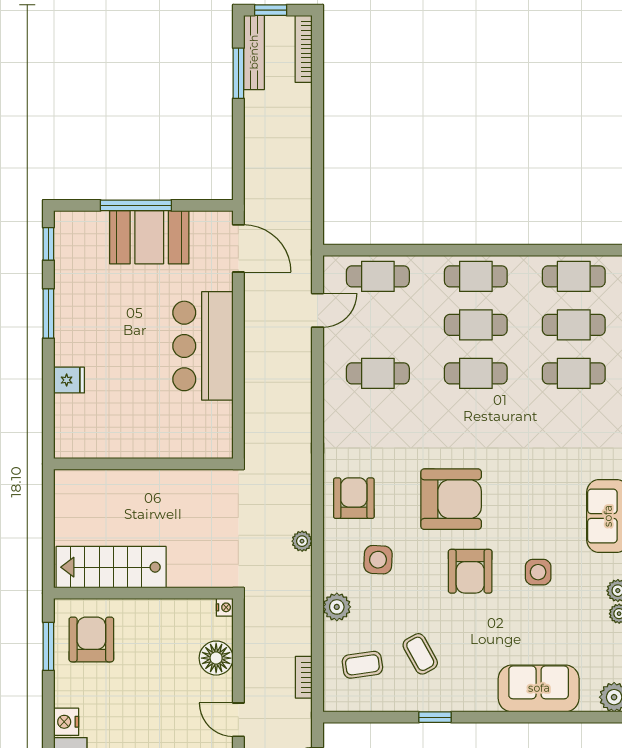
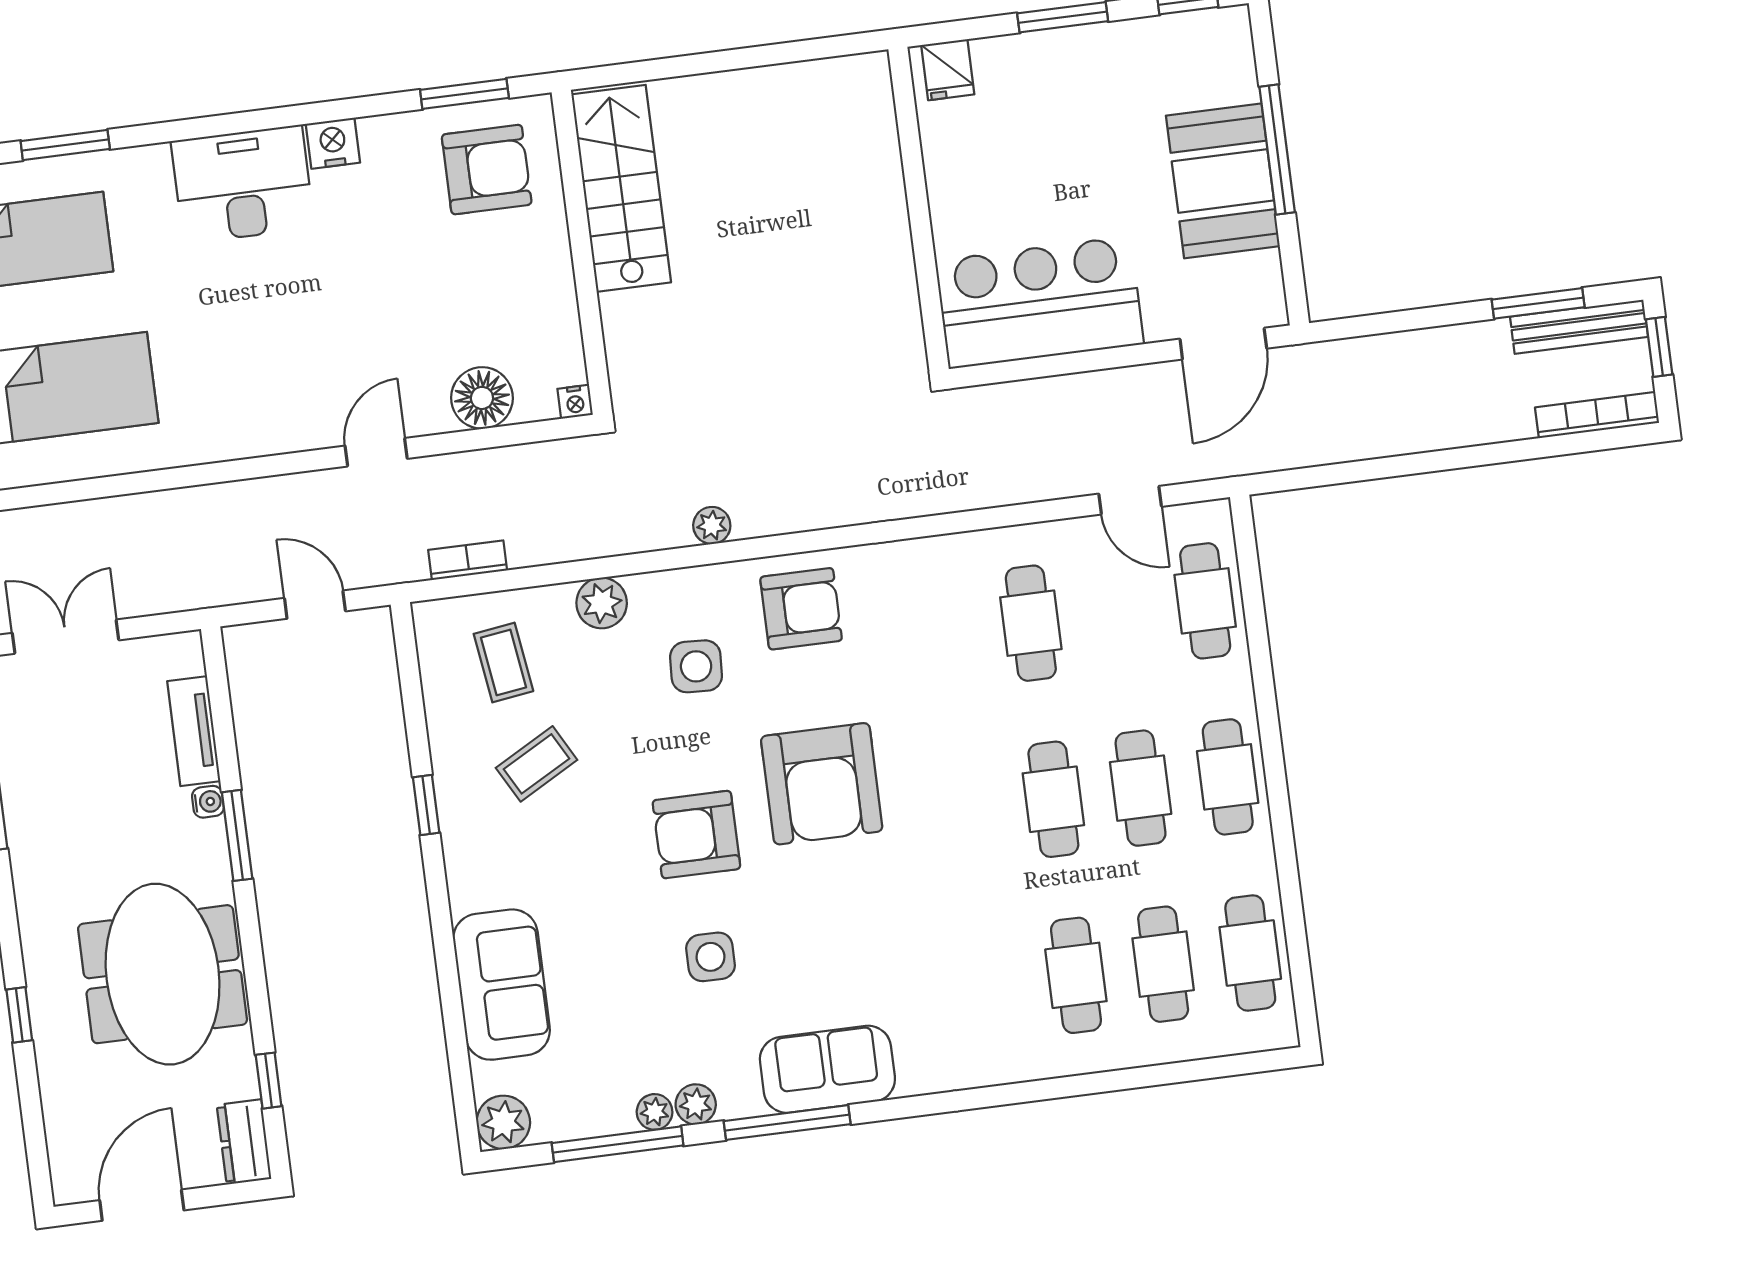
wall: (143, 464) -> (918, 209), moved

